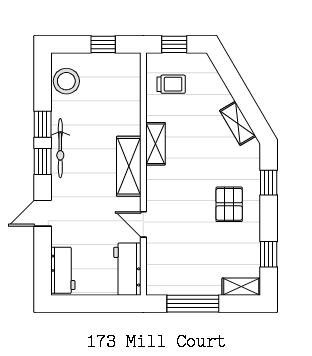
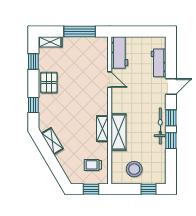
window: (103, 44) -> (149, 189), moved
stool: (66, 81) -> (134, 169), moved
shelving: (129, 166) -> (119, 132), moved
pallet: (229, 204) -> (49, 83), moved
workbench: (63, 270) -> (159, 63), moved

